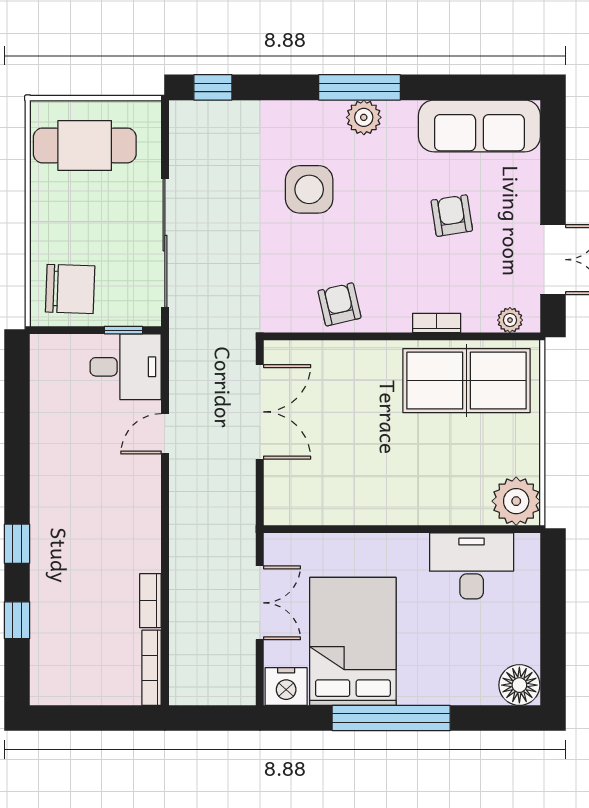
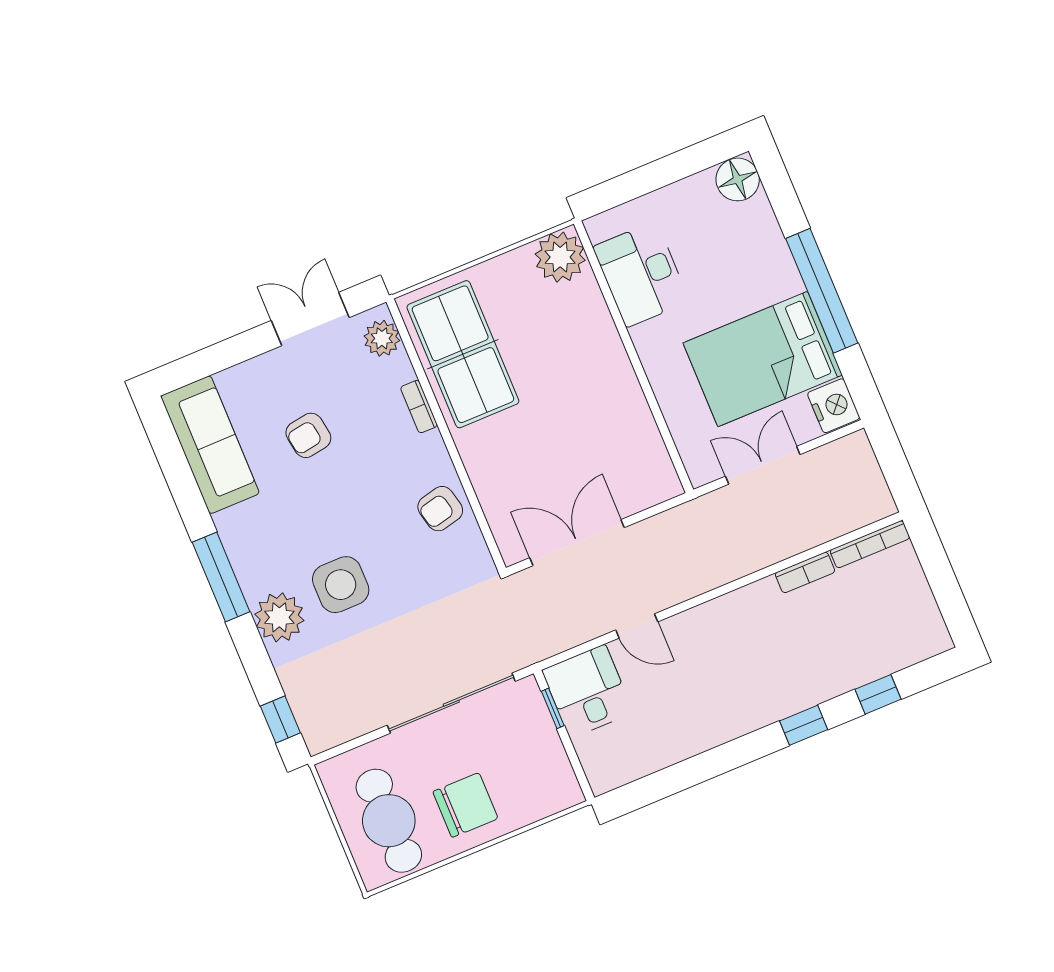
plant: (364, 117) -> (279, 617), moved, width x1.36, depth x1.36
chair: (70, 289) -> (465, 805), moved, turned 88
plant: (510, 320) -> (382, 338), width x1.38, depth x1.38

